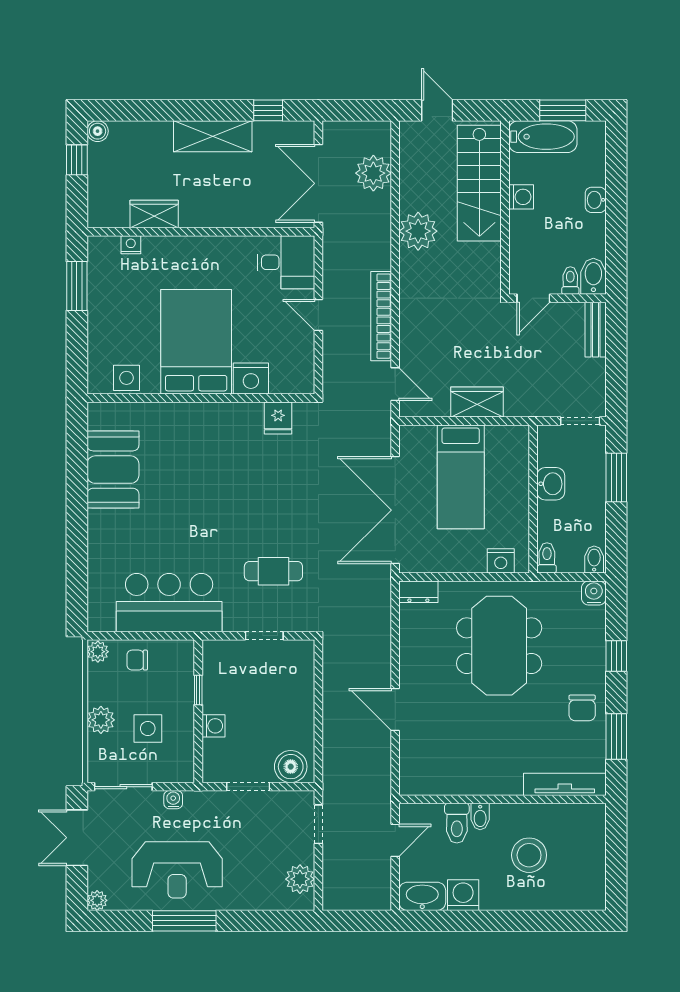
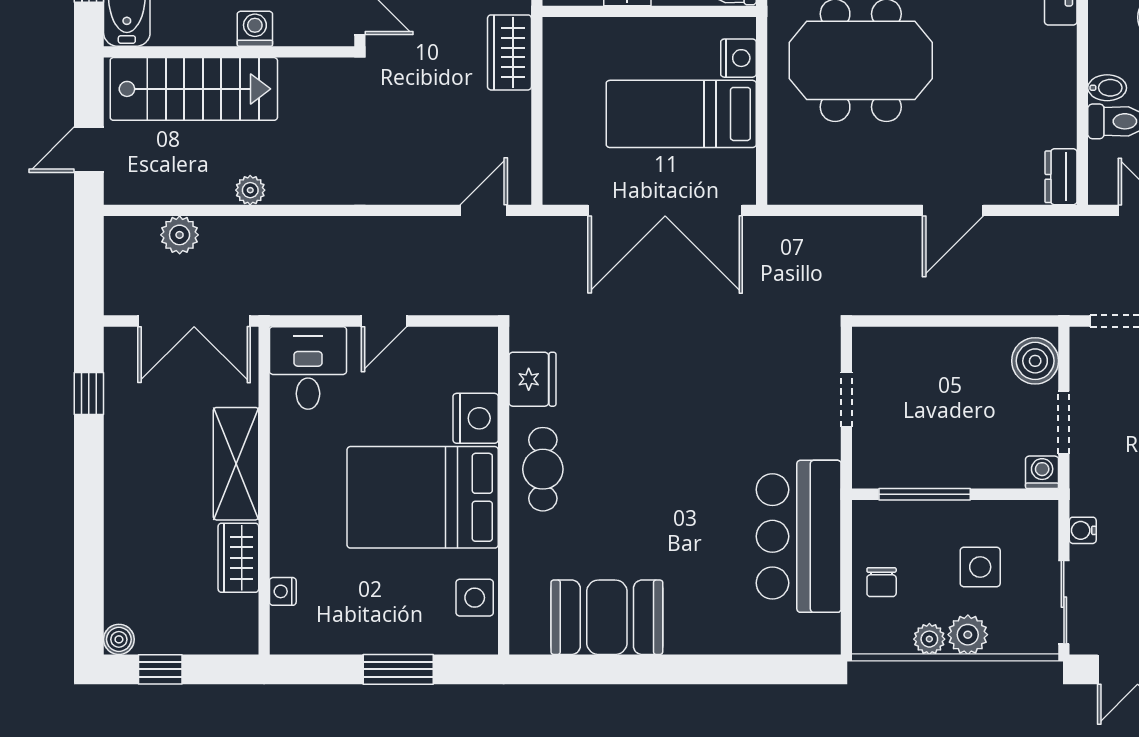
shelving: (213, 136) -> (236, 464), moved
plant: (373, 173) -> (180, 235), width x0.73, depth x0.73
washing machine: (521, 197) -> (255, 29), moved
plant: (418, 231) -> (250, 190), width x0.53, depth x0.53
window: (77, 286) -> (398, 669), moved
bookcase: (381, 316) -> (386, 231), removed
wardrobe: (477, 402) -> (509, 52), moved
fridge: (278, 418) -> (532, 379), width x1.38
bed: (461, 477) -> (681, 114), moved, turned 180
cafe table: (273, 571) -> (543, 469), moved
dresser: (418, 592) -> (1061, 177), moved, turned 180
plant: (98, 652) -> (929, 639), moved
window: (198, 690) -> (925, 494), width x2.17
washing machine: (213, 726) -> (1042, 472), moved

